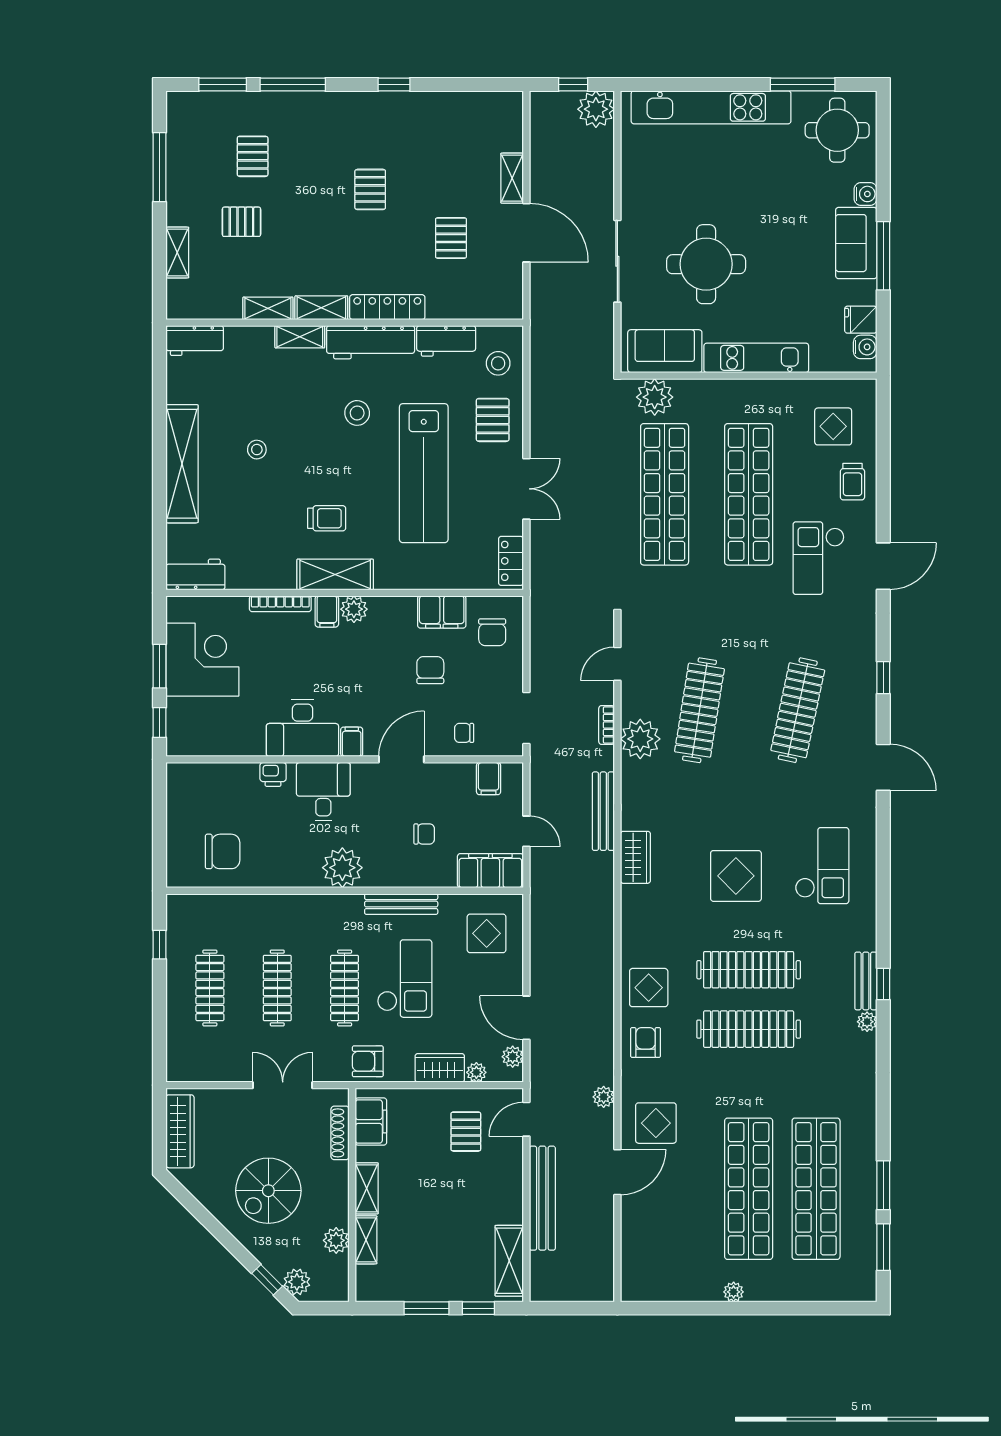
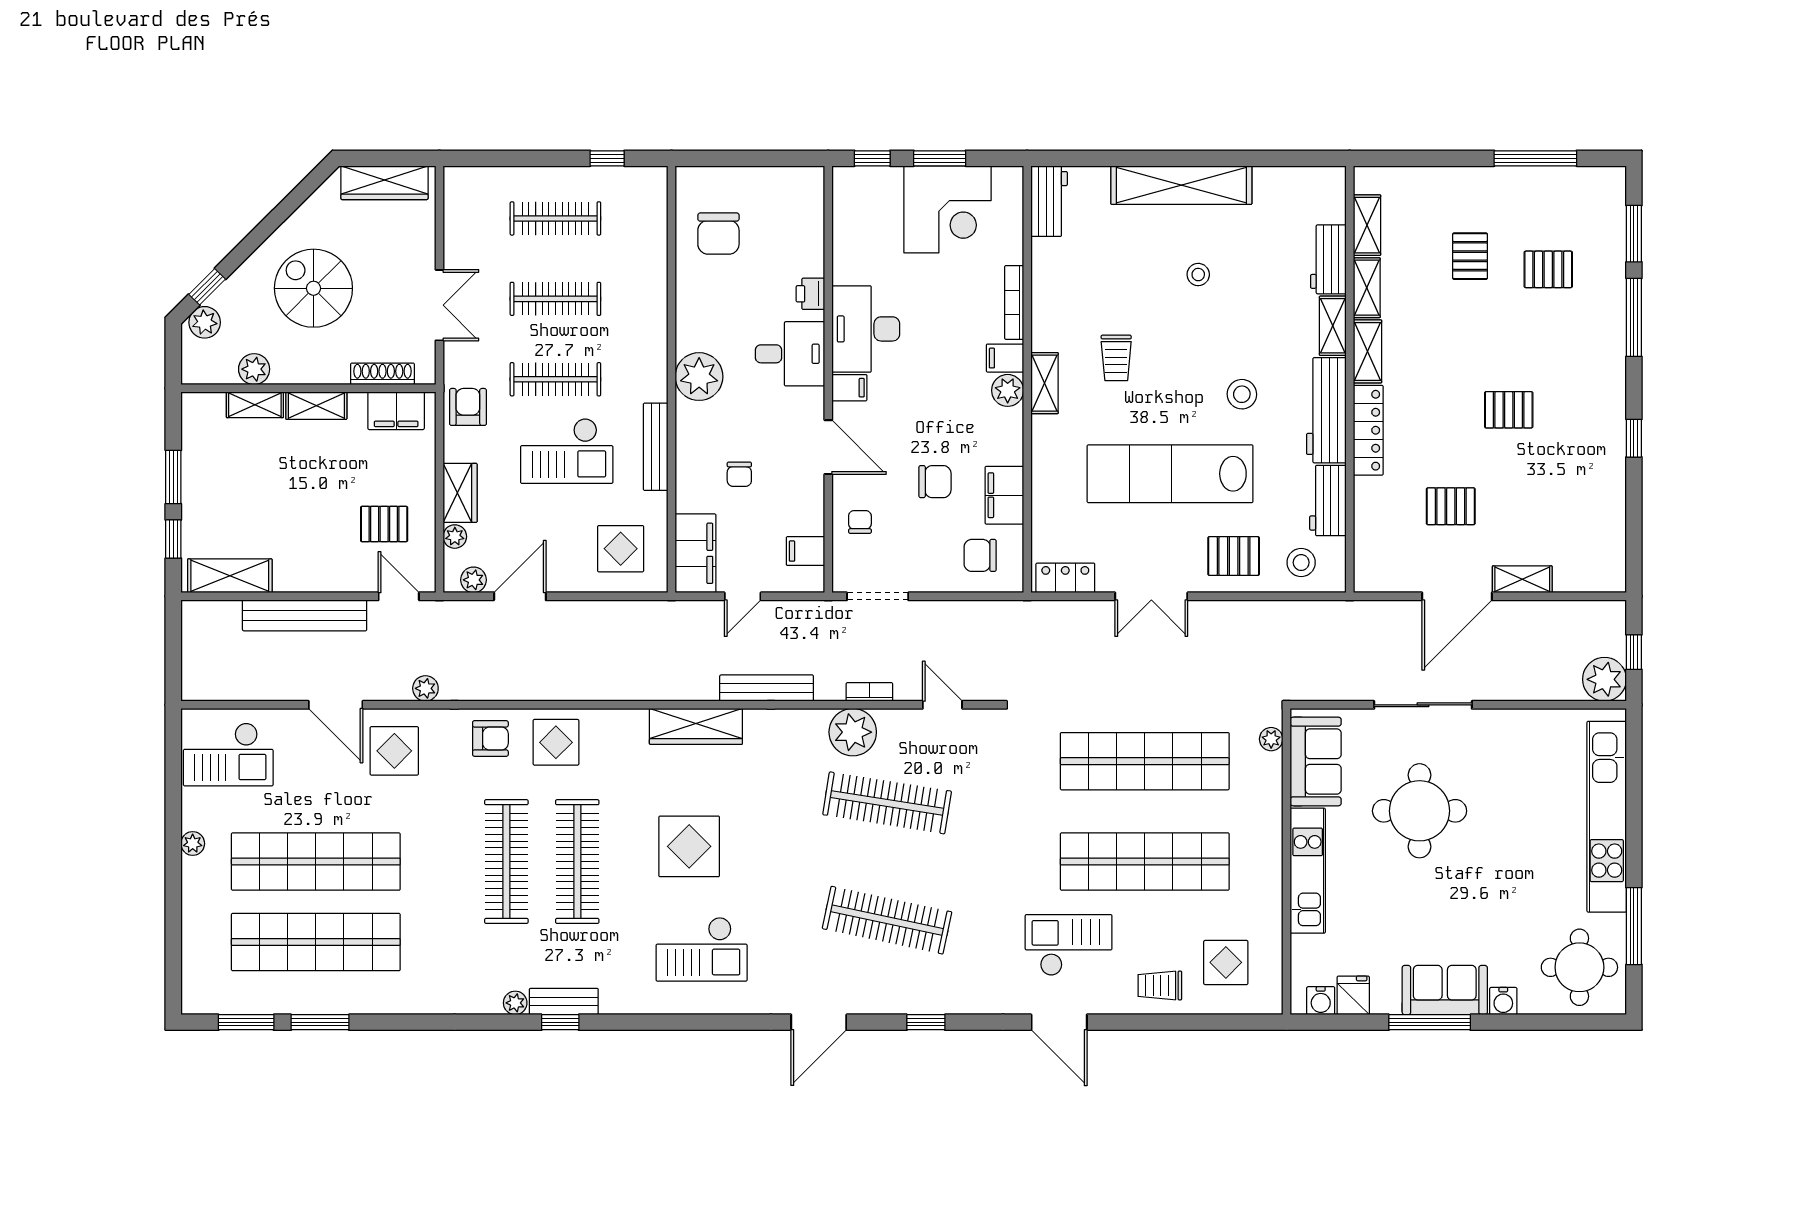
shelving: (177, 253) -> (1367, 225), moved, turned 90
workbench: (195, 341) -> (1328, 259), moved
plant: (655, 397) -> (1271, 739), width x0.53, depth x0.53
shelving: (335, 574) -> (1045, 383), width x0.67, depth x0.75
wardrobe: (635, 857) -> (696, 726), width x1.50
checkout: (659, 1262) -> (228, 754), added

